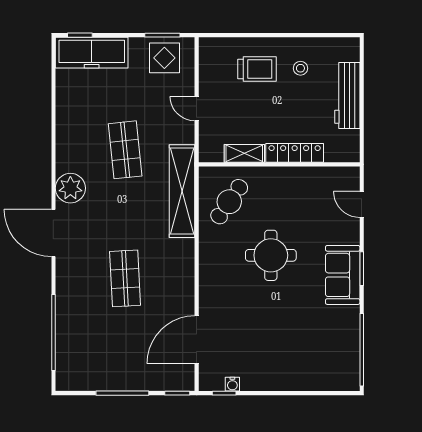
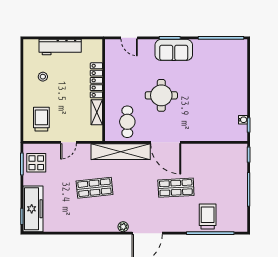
trolley: (257, 69) -> (41, 119), moved
plant: (70, 188) -> (123, 227), width x0.53, depth x0.53
cafe table: (229, 202) -> (127, 122), turned 55
door: (362, 205) -> (129, 38), hinge flipped
trolley: (80, 329) -> (208, 216), added
door: (197, 340) -> (166, 142), moved

